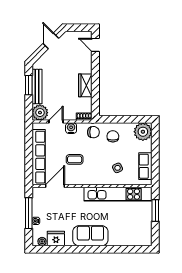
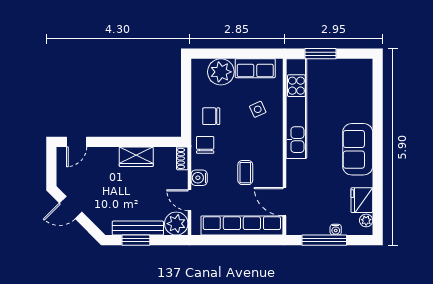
plant: (143, 132) -> (221, 72), moved

